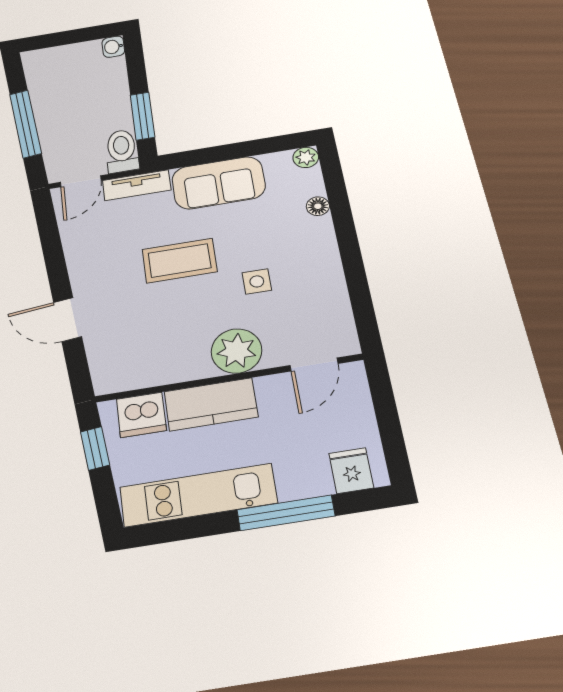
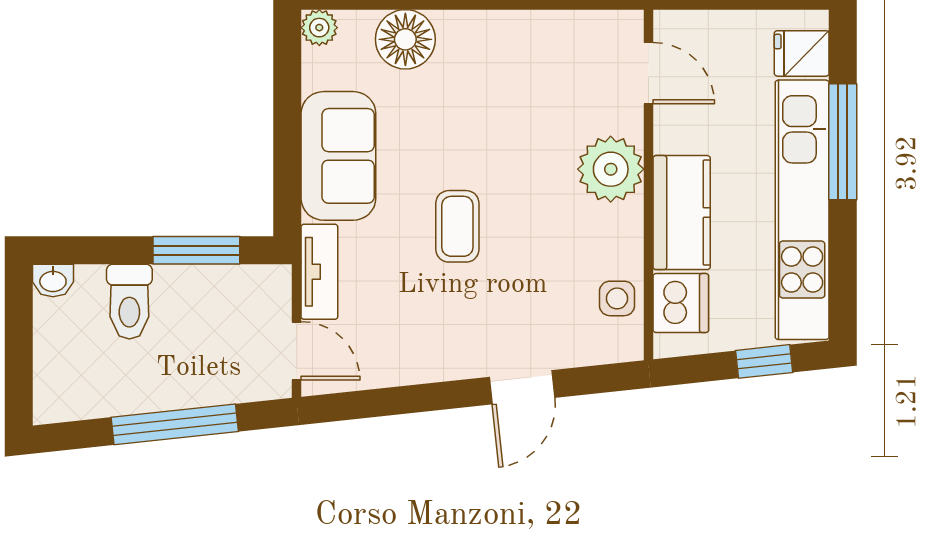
toilet: (122, 151) -> (129, 302), moved, turned -90
floor lamp: (318, 206) -> (405, 39), width x1.89, depth x1.89
coffee table: (180, 261) -> (457, 226), width x0.73, depth x0.77
side table: (257, 281) -> (617, 298), moved
window: (95, 448) -> (764, 361), moved
kitchen unit: (198, 495) -> (802, 210), width x1.36

